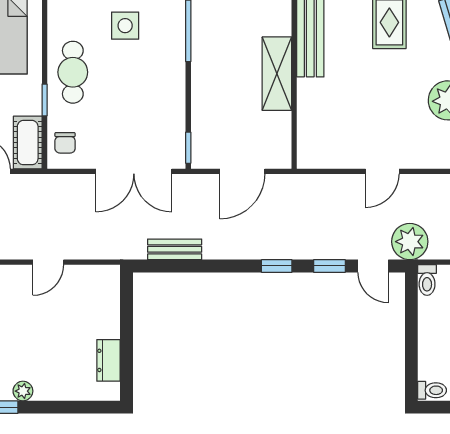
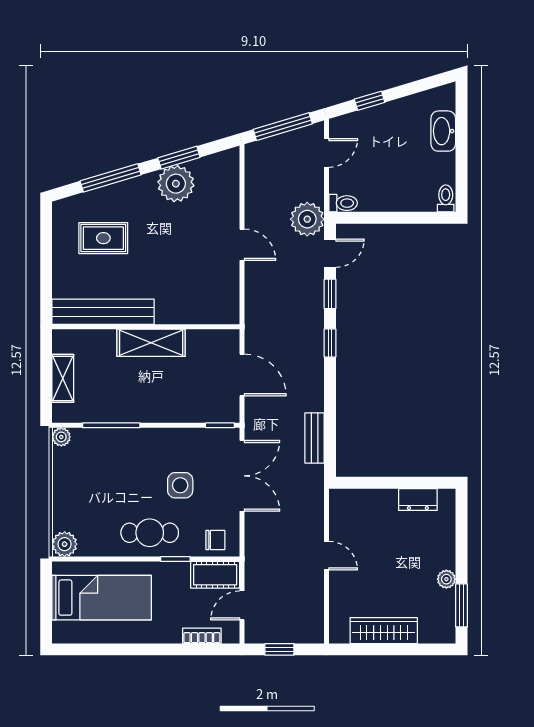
side table: (125, 26) -> (180, 485), moved

